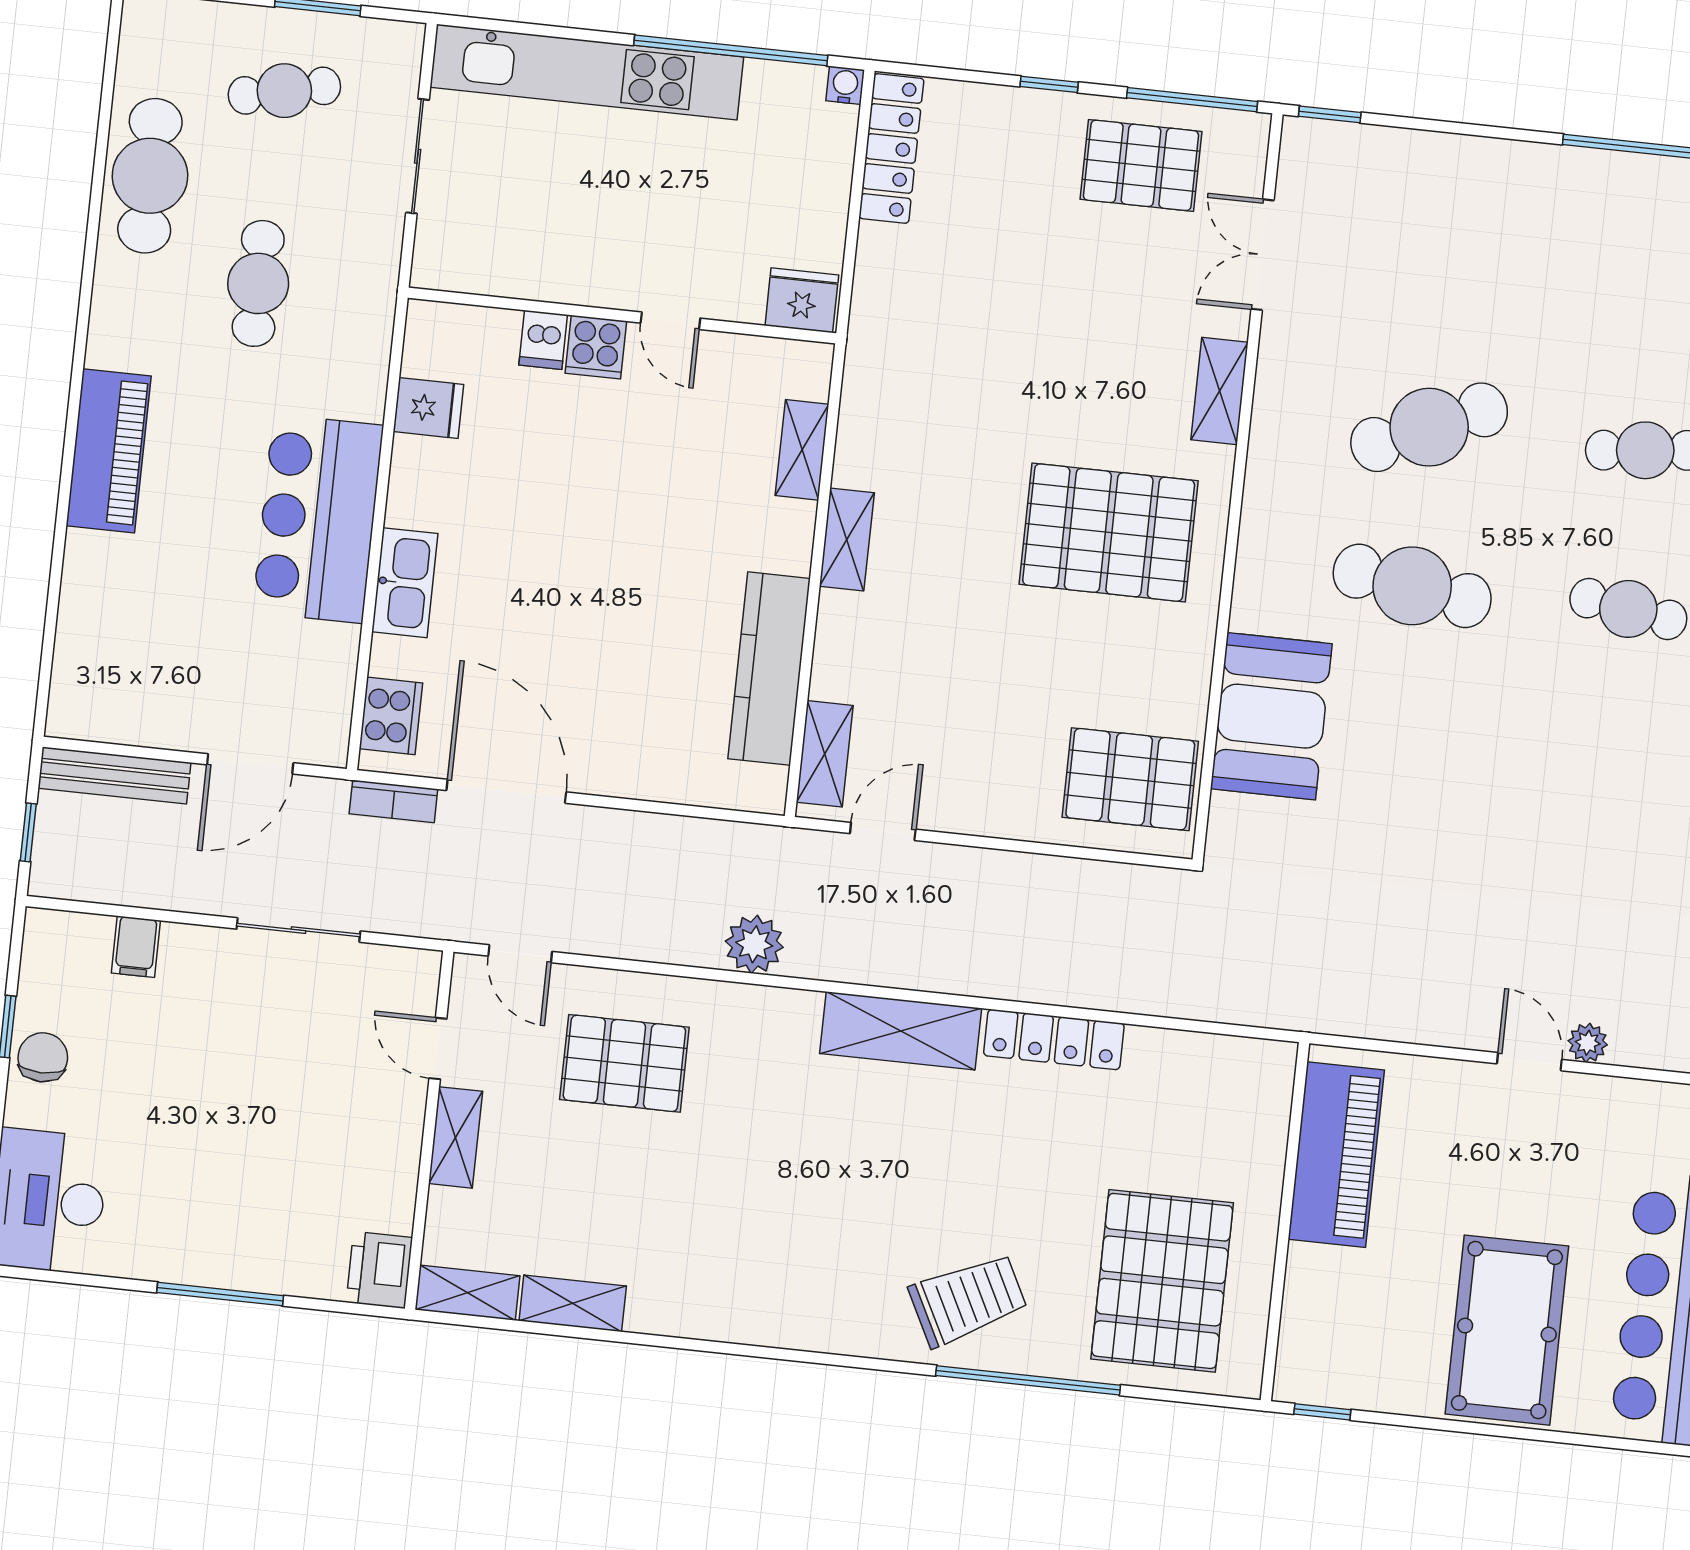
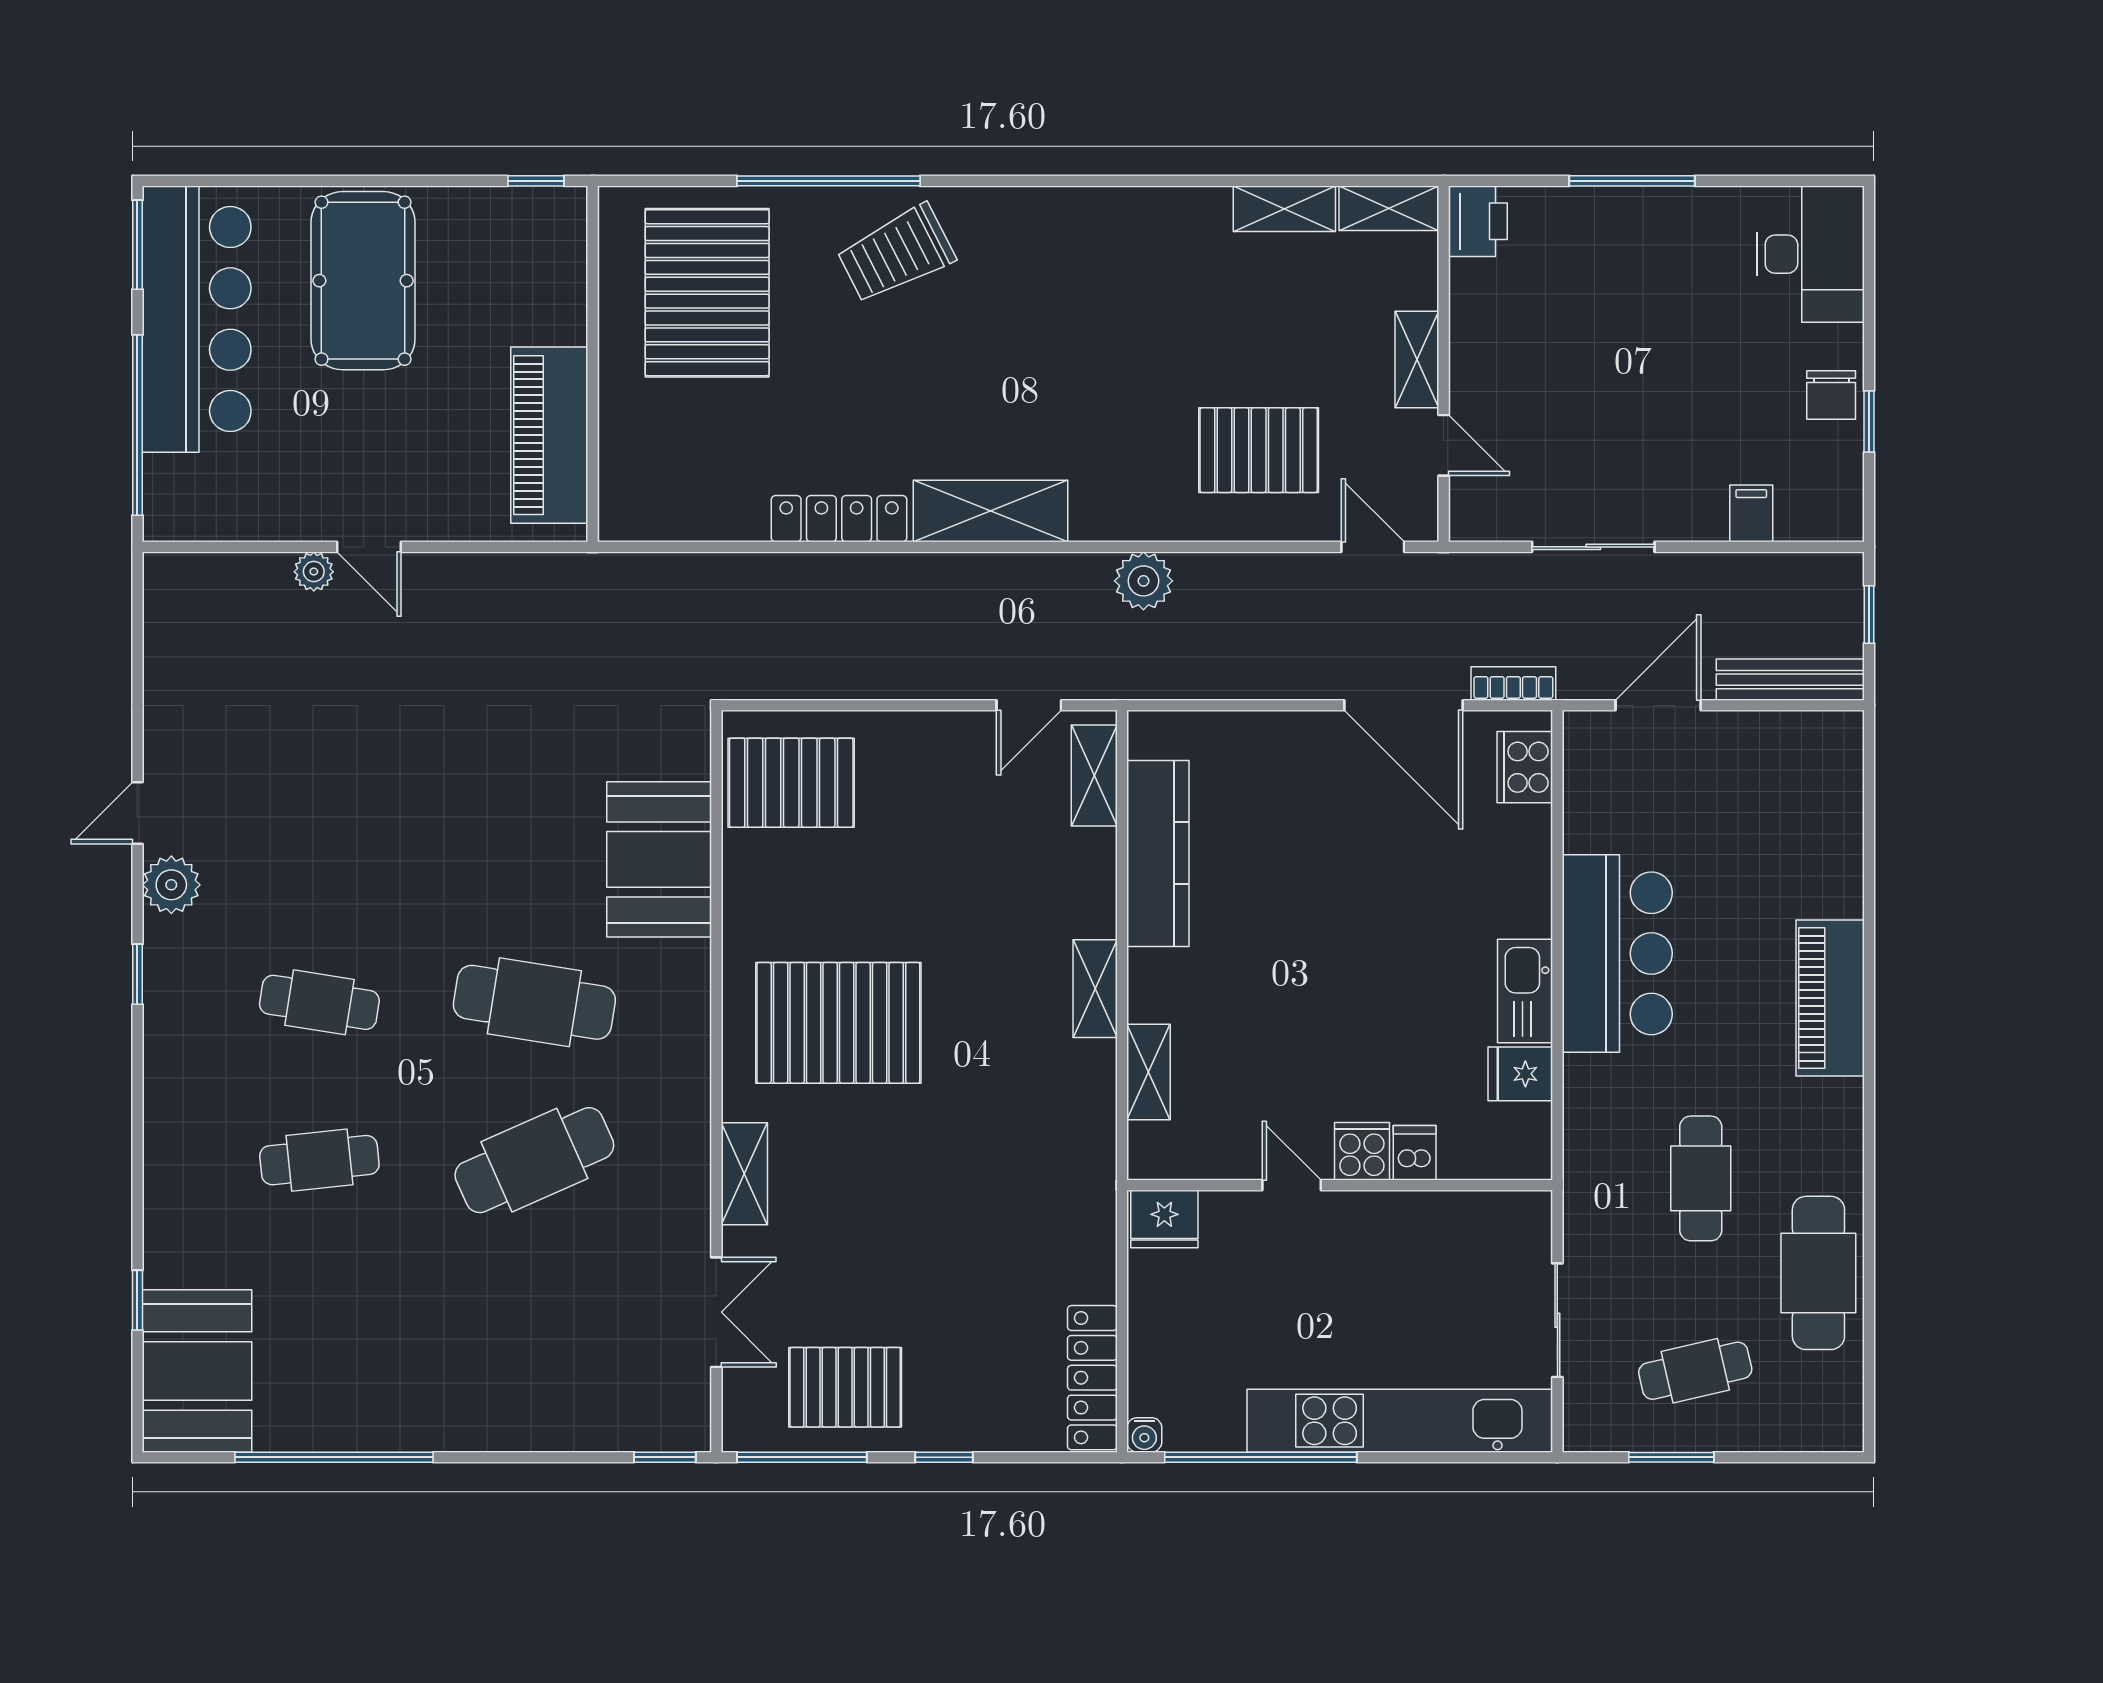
kitchen sink: (405, 583) -> (1525, 991), moved

